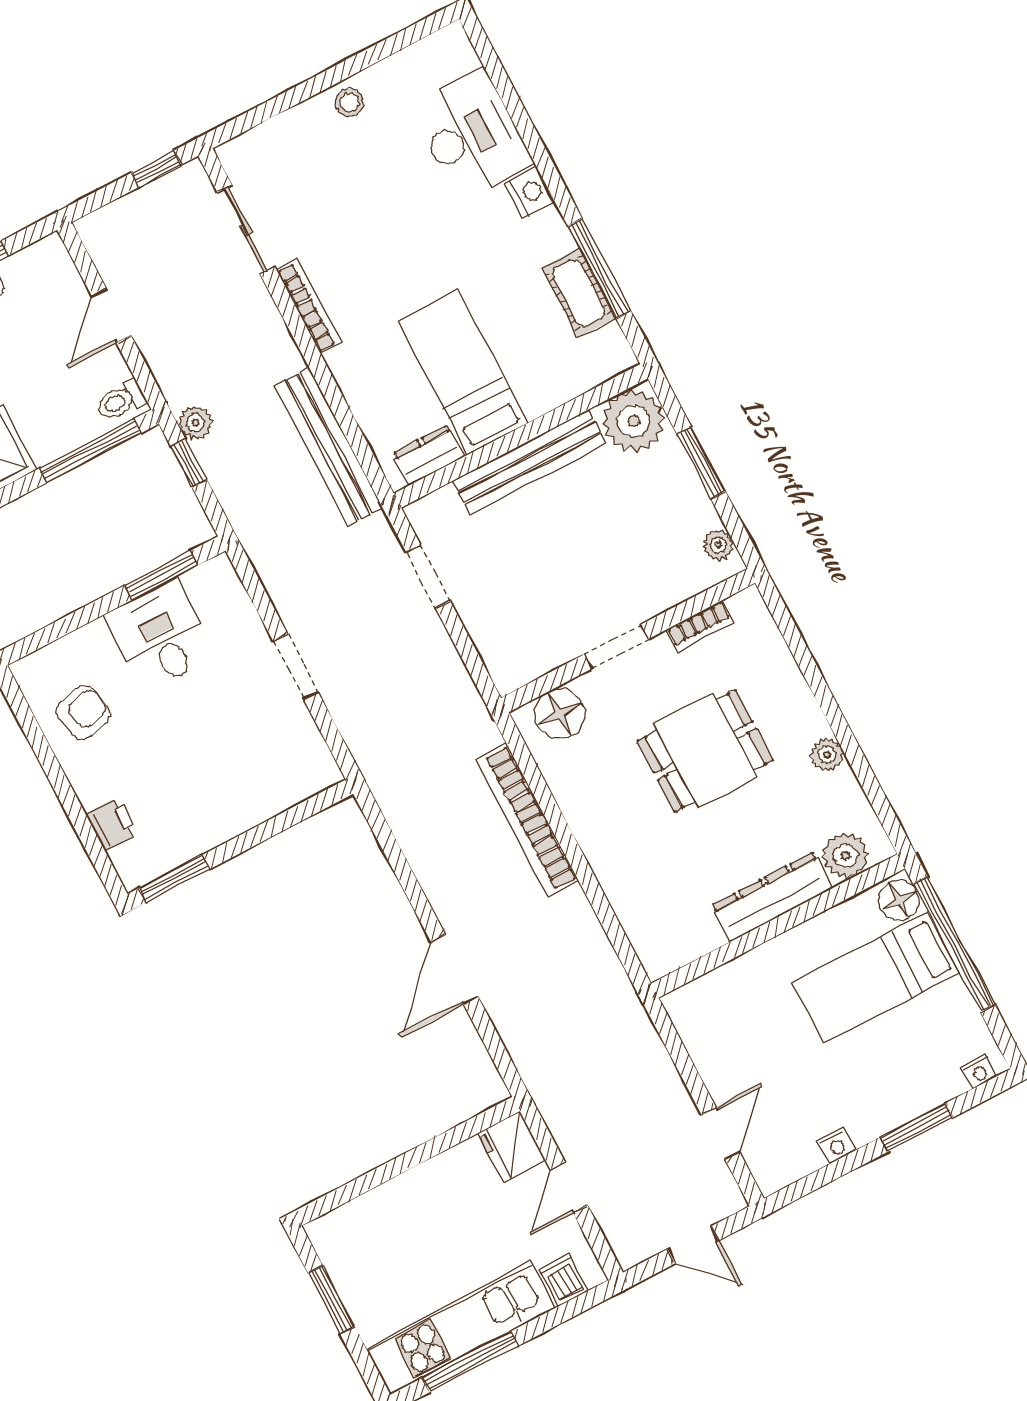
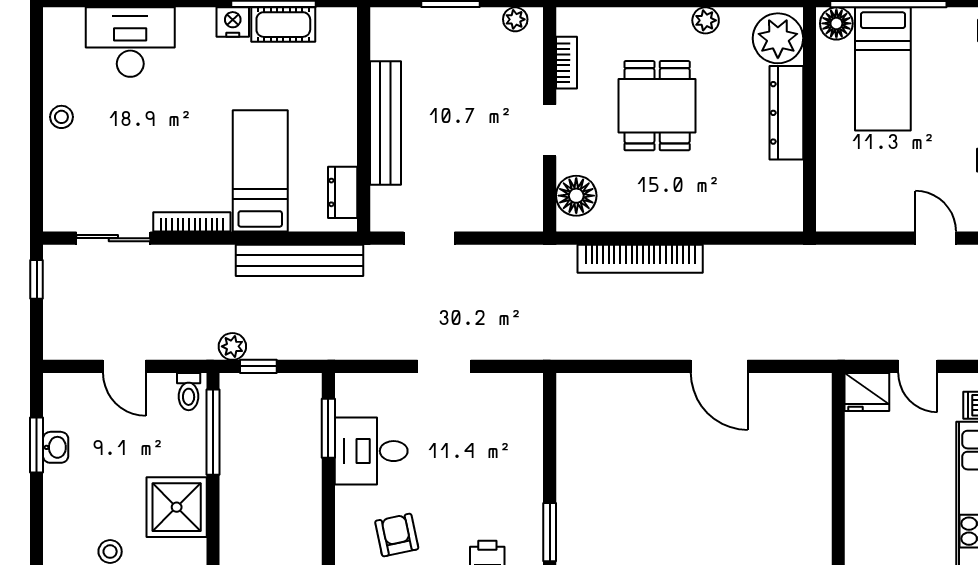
nightstand: (530, 193) -> (233, 22), moved
bed: (463, 372) -> (260, 171), moved, turned 90
plant: (633, 421) -> (395, 33), removed
plant: (845, 856) -> (778, 38), width x1.36, depth x1.36

